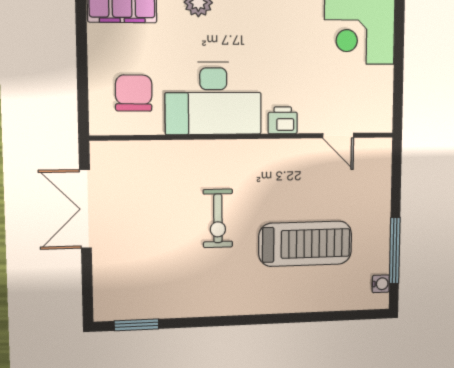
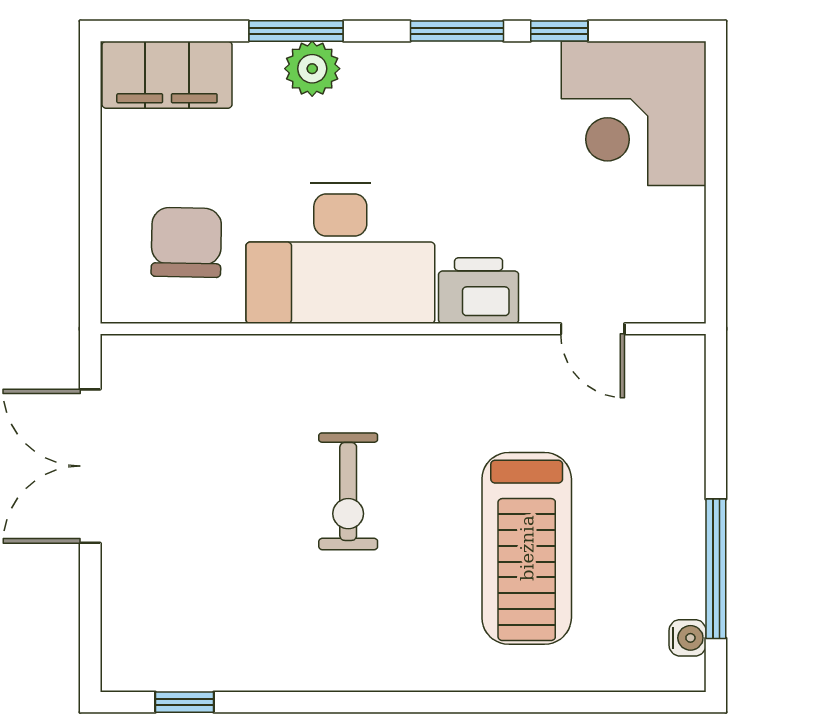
printer: (283, 120) -> (479, 291), width x1.36, depth x1.24
treadmill: (305, 244) -> (527, 548), turned 90
window: (136, 325) -> (185, 702), width x0.67

